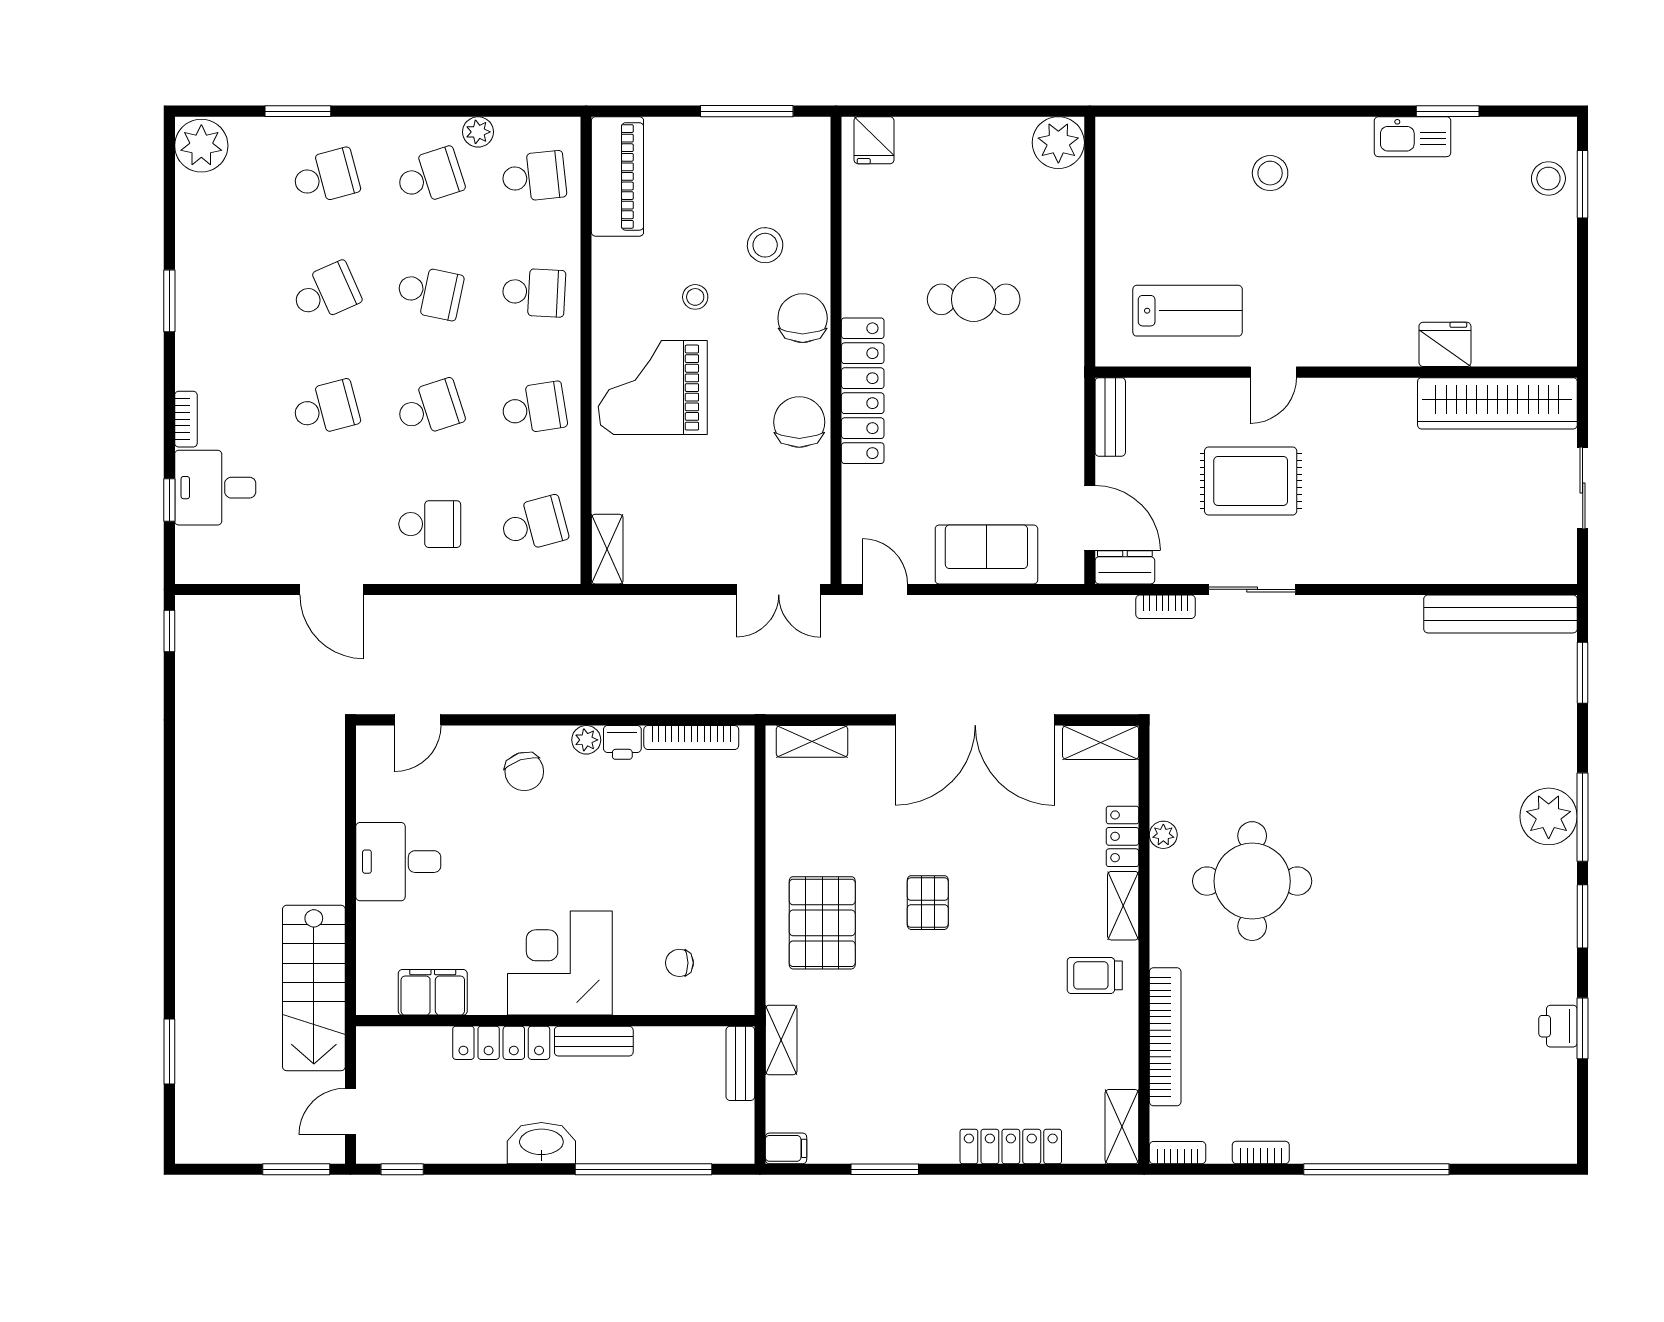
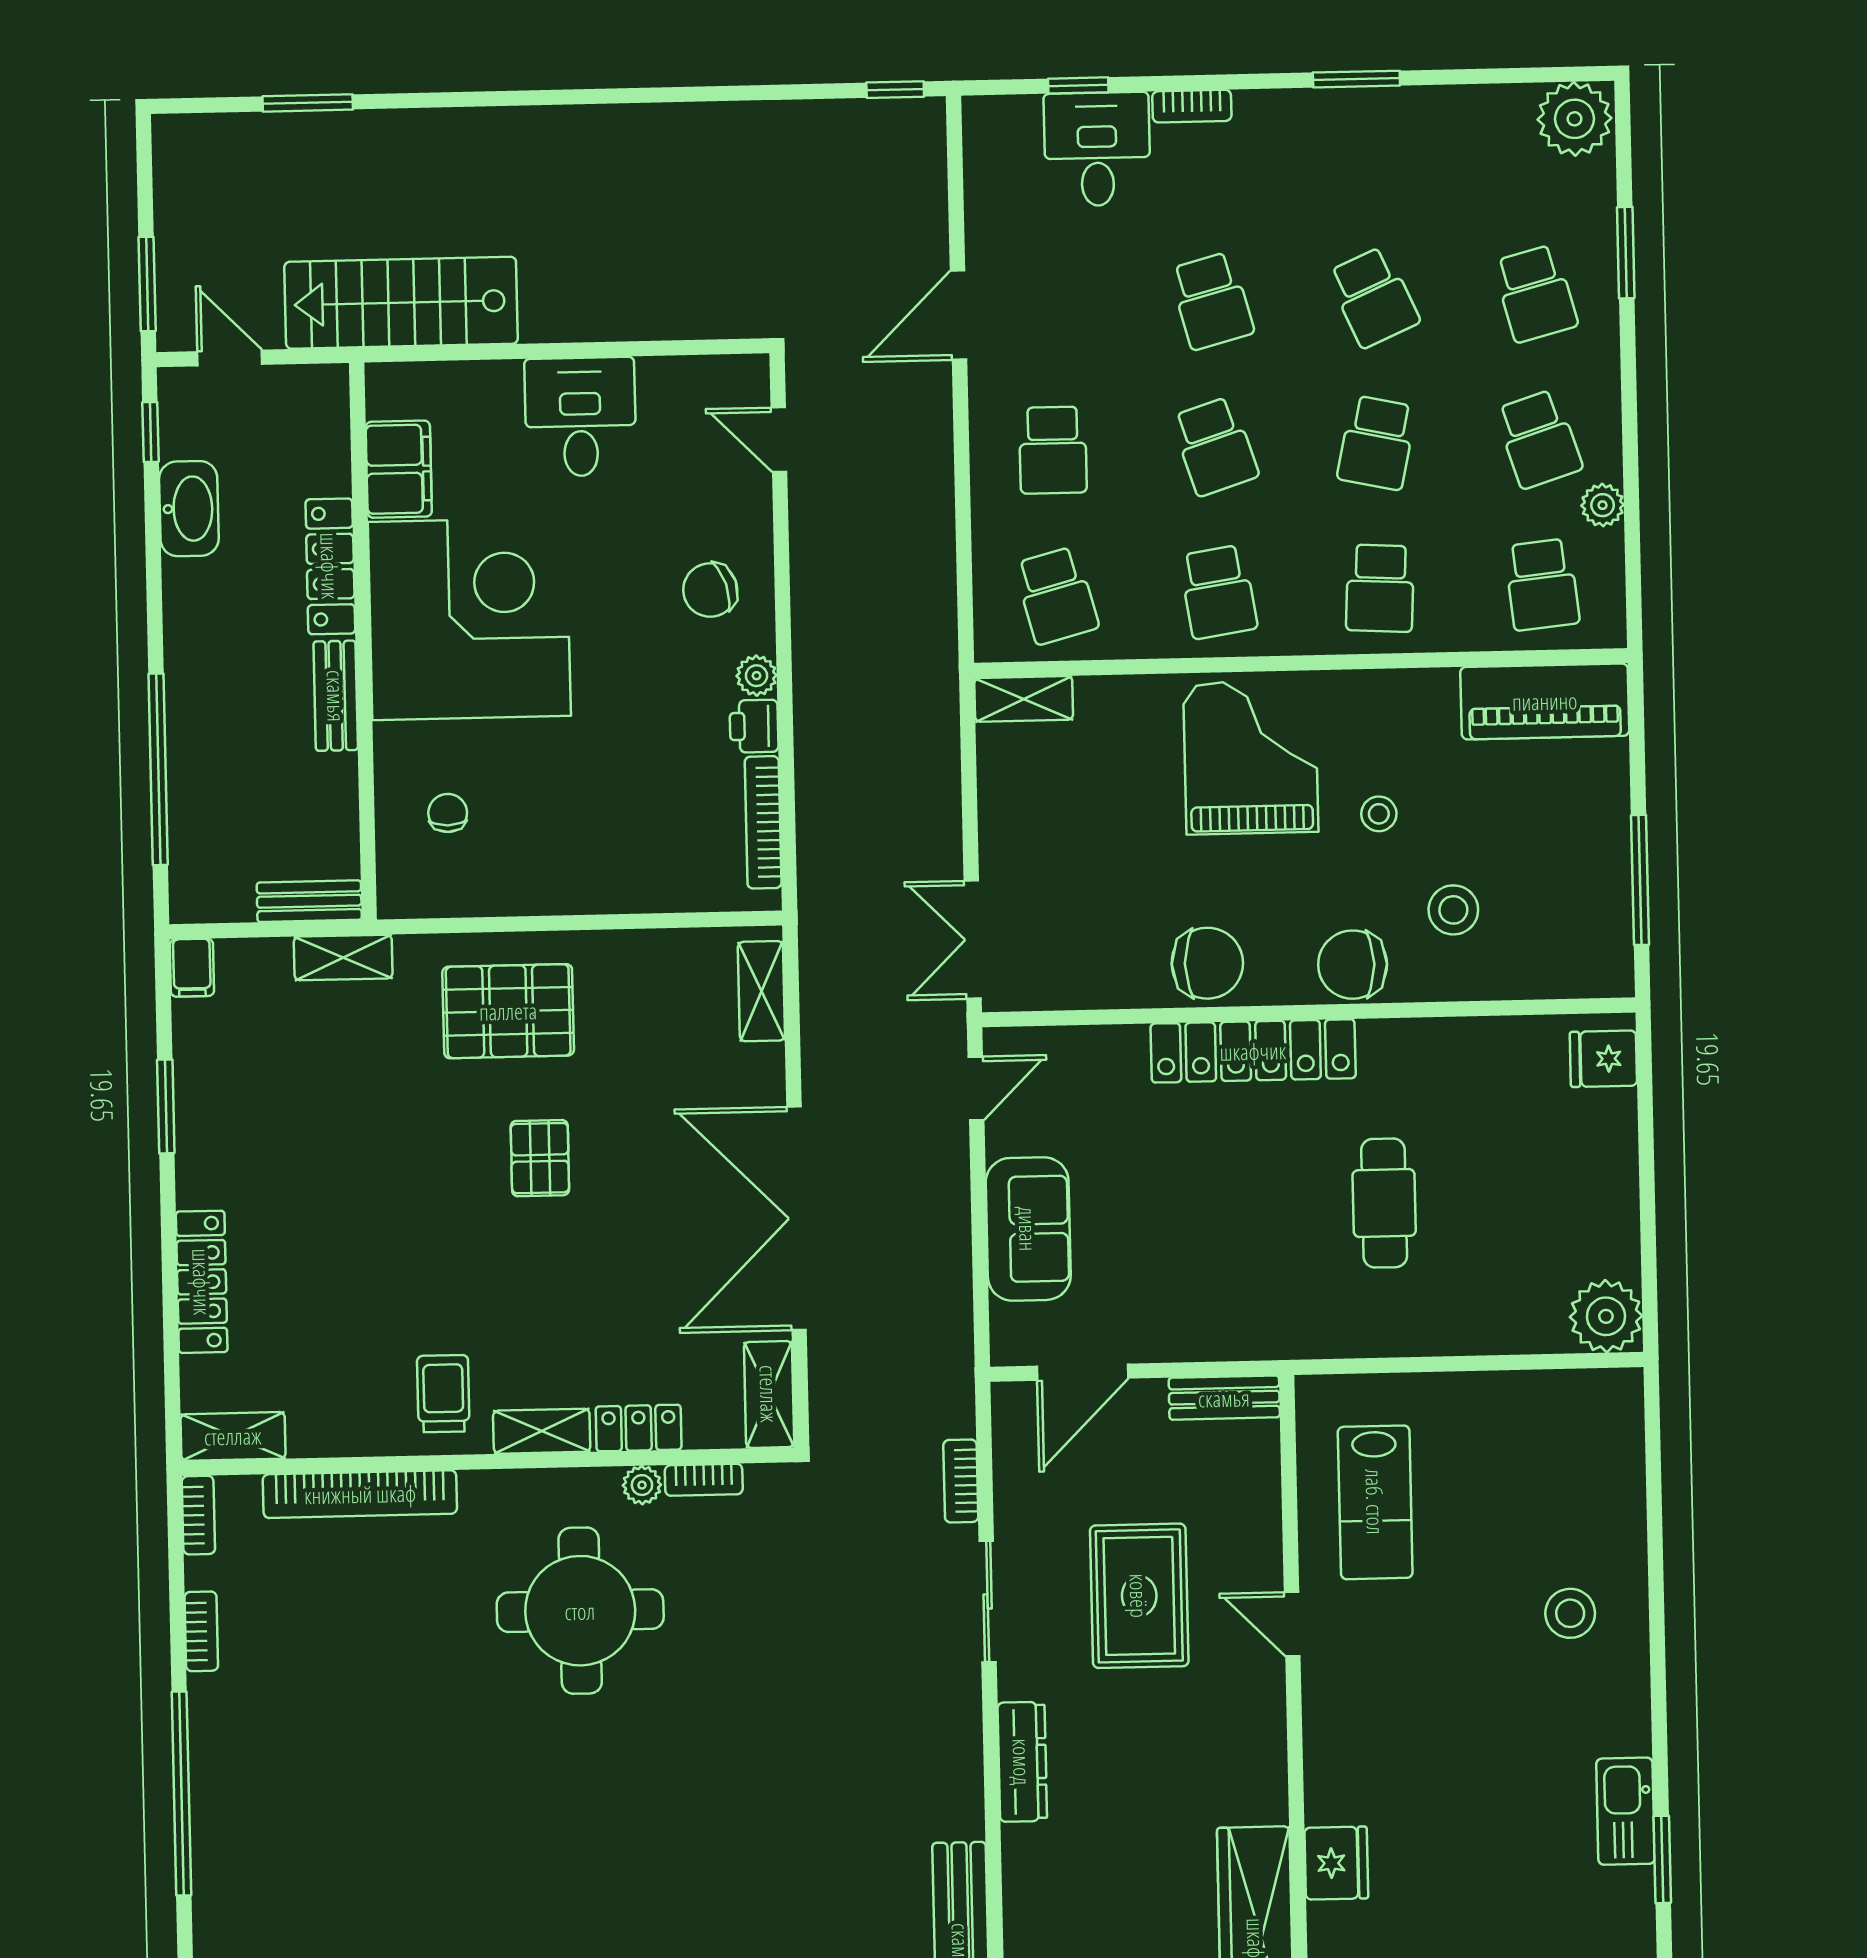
chair: (803, 318) -> (1353, 965), turned 180
dresser: (1125, 567) -> (1022, 1762), moved, width x1.44
bookcase: (1161, 791) -> (704, 1480), added
pallet: (928, 903) -> (540, 1158), turned 90
corner desk: (560, 963) -> (469, 619), width x1.36, depth x1.36
washbasin: (541, 1143) -> (189, 509), moved

